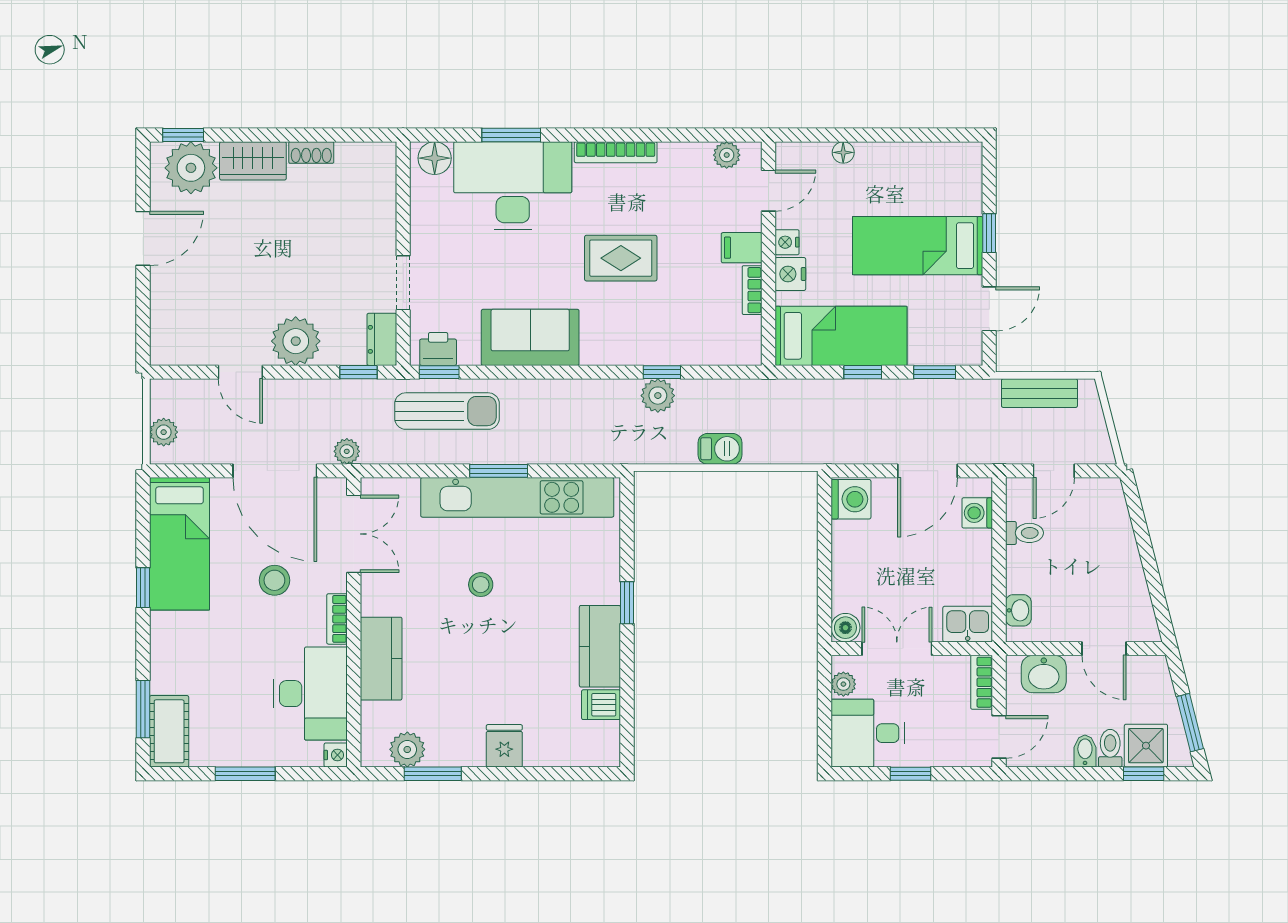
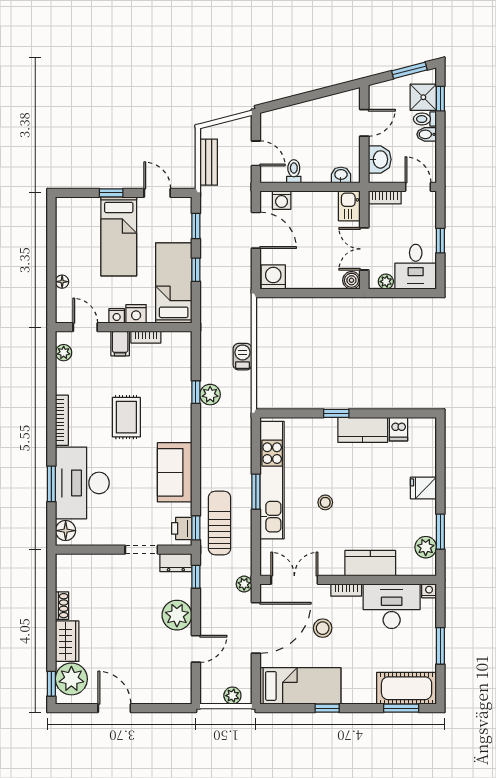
cot: (169, 731) -> (407, 688), width x1.37, depth x1.34

